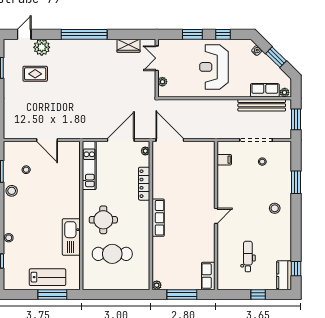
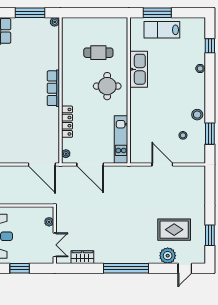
rug: (35, 74) -> (174, 230), width x1.36, depth x1.43
door: (121, 140) -> (90, 164), hinge flipped
cafe table: (112, 254) -> (98, 53), width x0.73, depth x0.74

